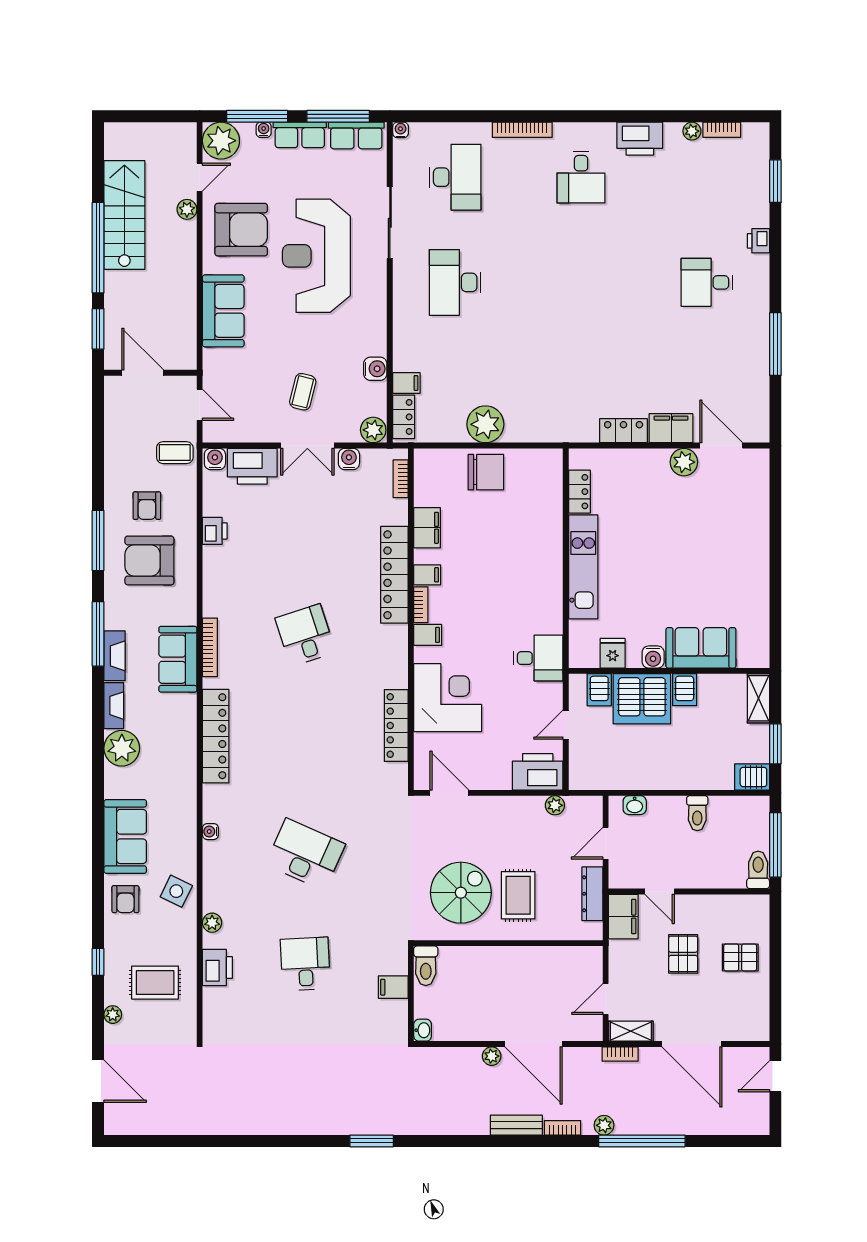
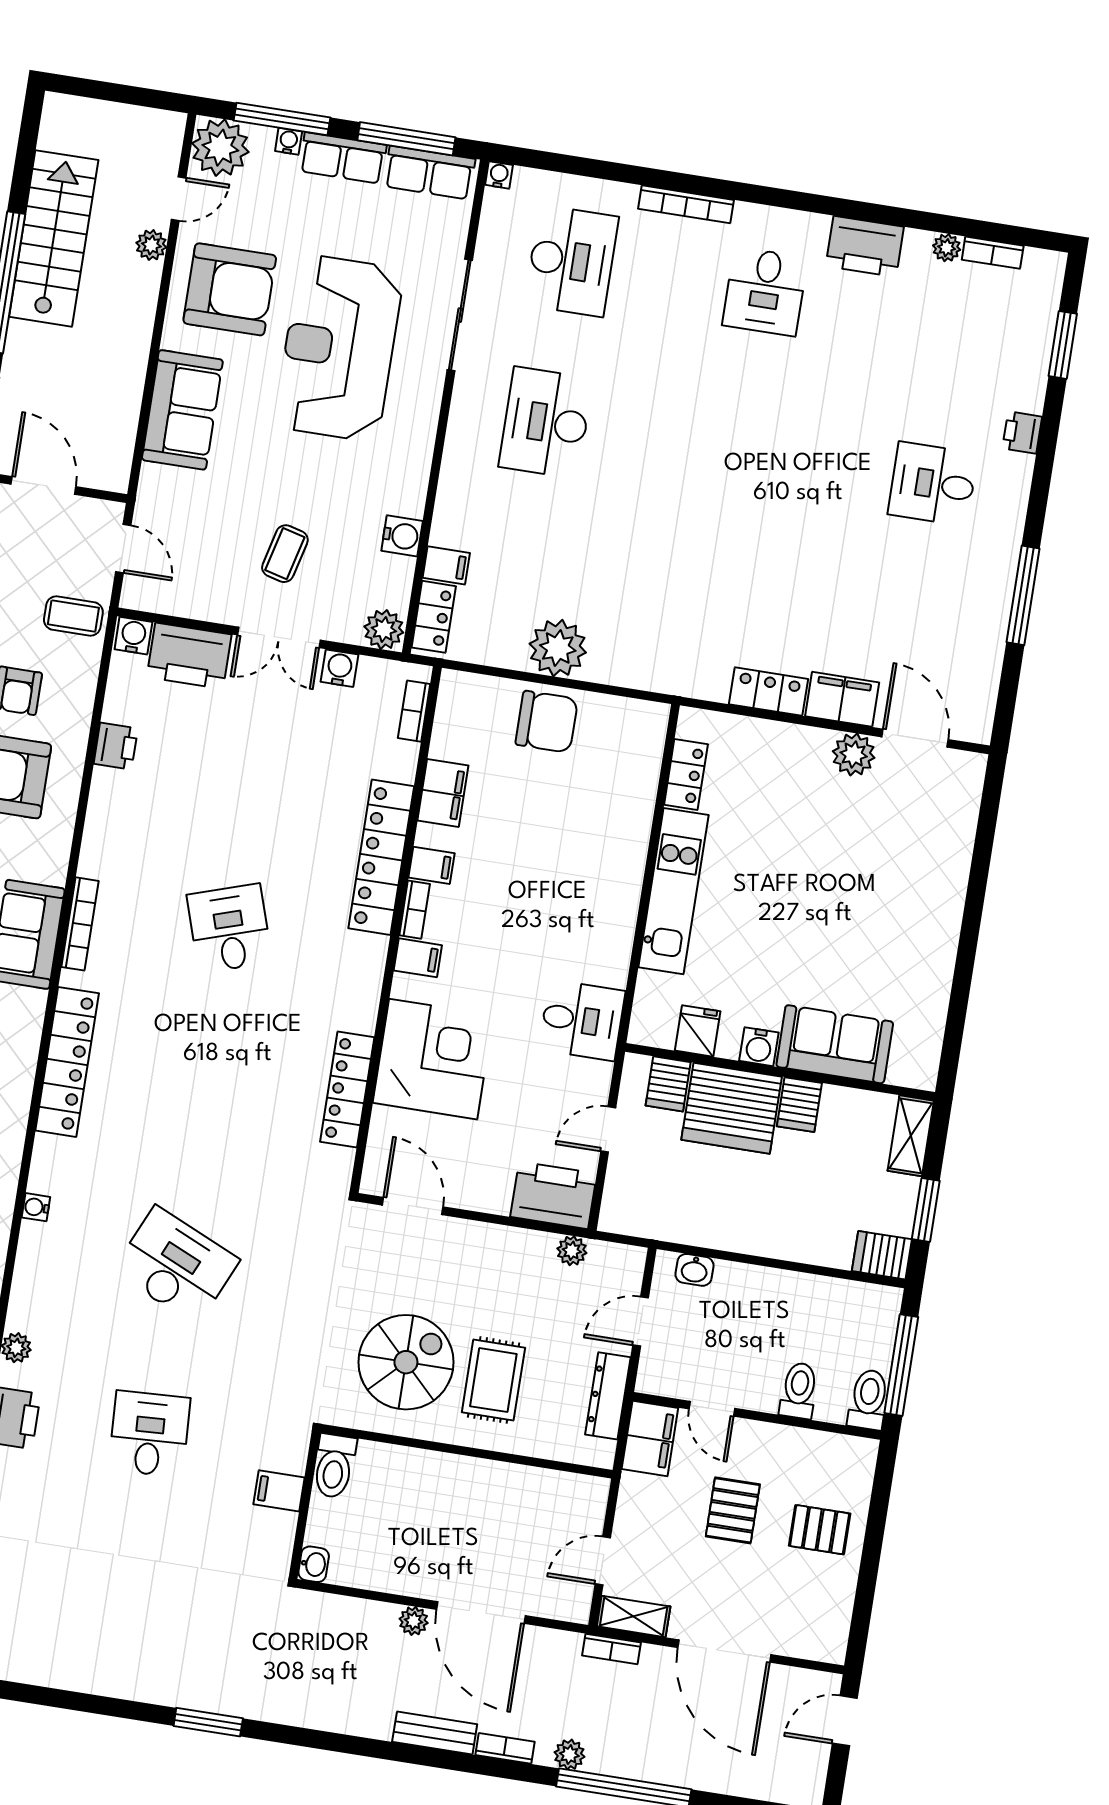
toilet: (697, 813) -> (799, 1391), moved, turned 180

